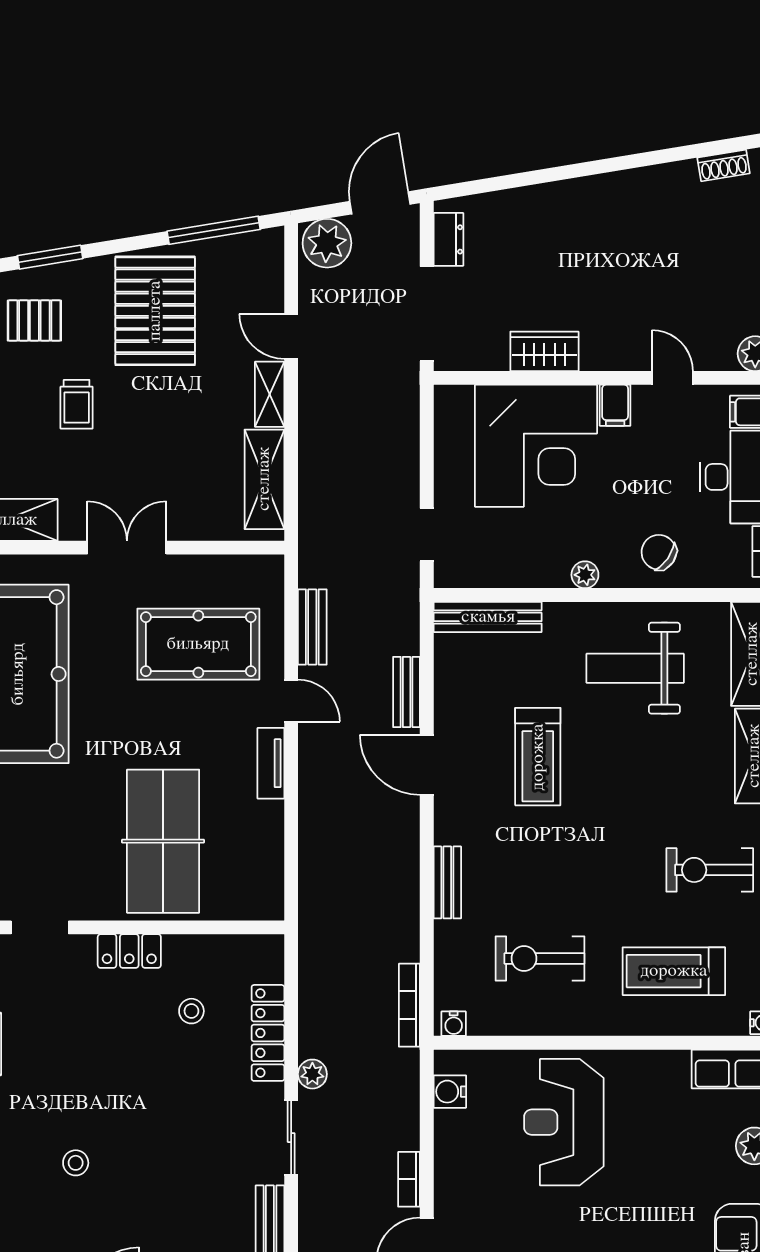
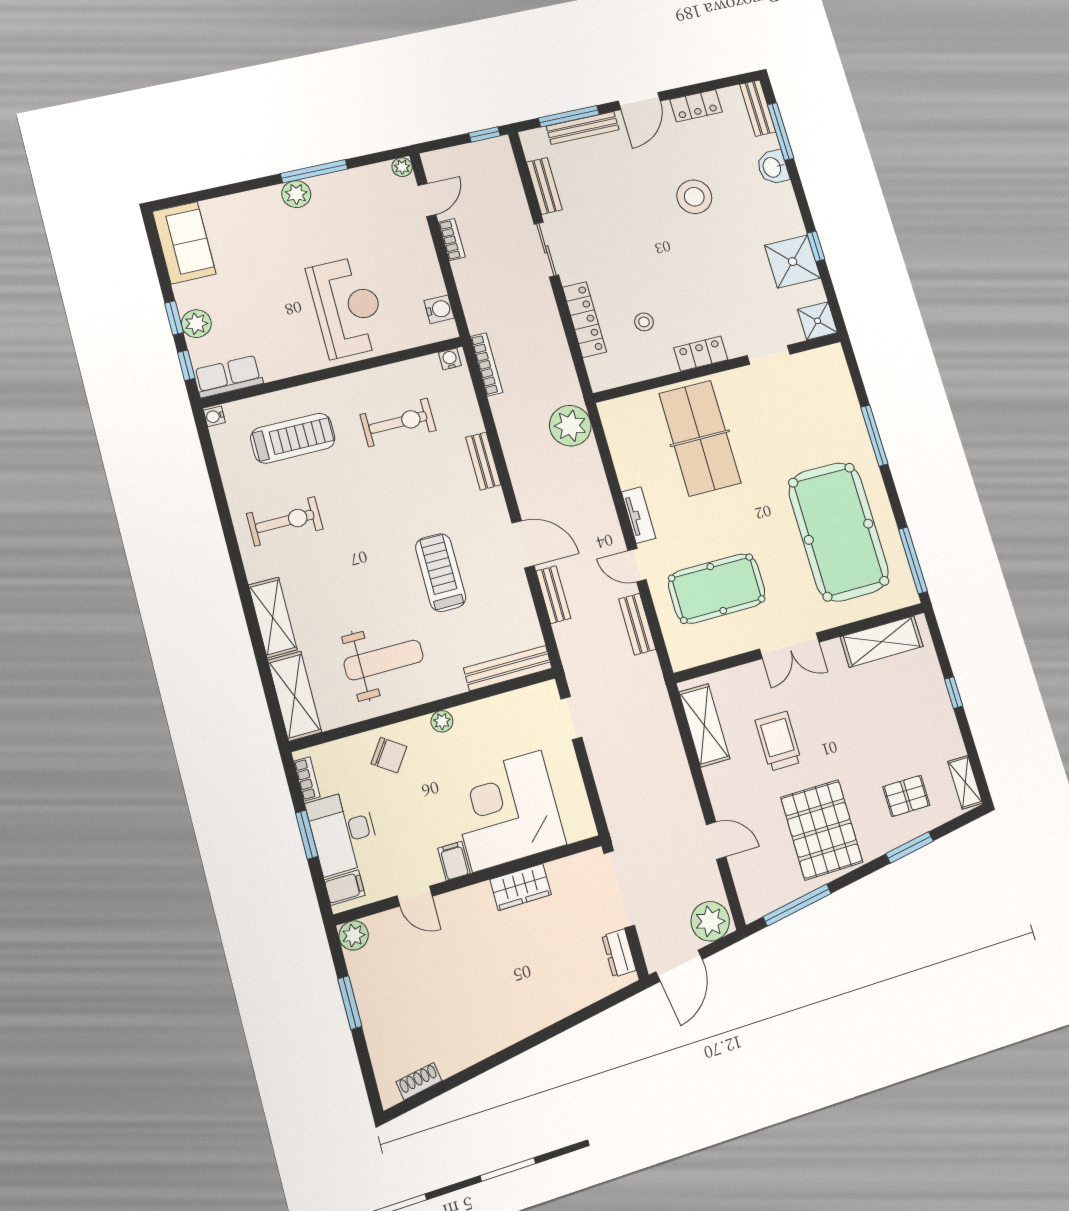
shelving: (270, 394) -> (719, 791), removed
trolley: (77, 404) -> (778, 741), moved, width x1.36, depth x1.39
plant: (312, 1074) -> (570, 426), moved, width x1.87, depth x1.87
stool: (76, 1163) -> (694, 197), width x1.89, depth x1.89

